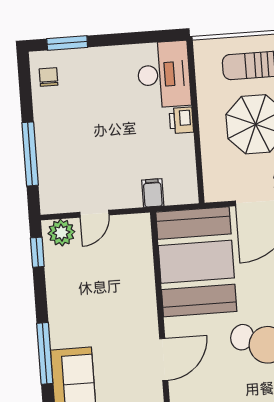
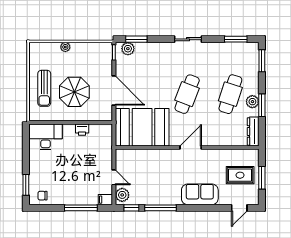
printer: (181, 120) -> (82, 130), moved
filing cabinet: (153, 193) -> (105, 200), moved
window: (45, 353) -> (161, 208), moved
door: (164, 360) -> (191, 148), hinge flipped

